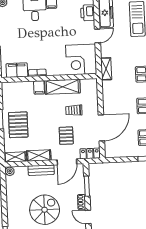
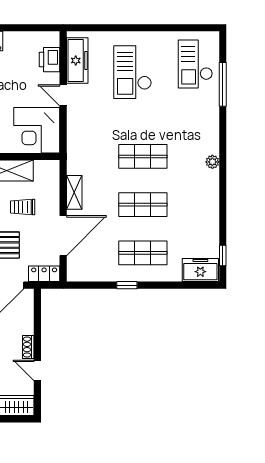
door: (97, 36) -> (63, 95), swing flipped
shelving: (106, 69) -> (74, 192), moved
window: (87, 186) -> (37, 323), removed

